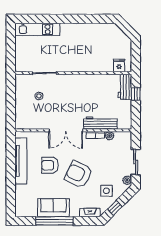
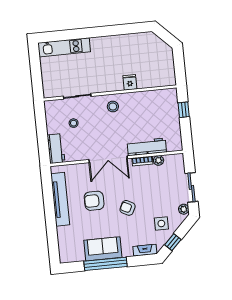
fridge: (119, 66) -> (130, 82), moved
stool: (74, 85) -> (113, 107), added
workbench: (125, 87) -> (56, 149), moved, turned 180
armchair: (78, 174) -> (128, 208), width x0.53, depth x0.53

